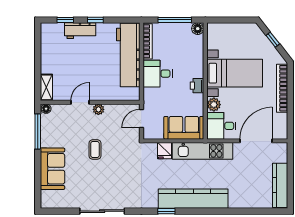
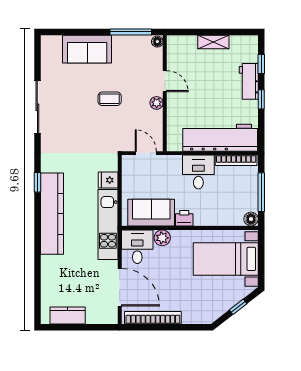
bed with nightstands: (235, 73) -> (226, 259), moved, turned 90
shelving: (46, 87) -> (213, 42), moved
bookcase: (282, 88) -> (153, 318), moved
sofa: (184, 128) -> (151, 213), moved, turned -90
kitchen counter: (280, 185) -> (68, 315), width x0.67

